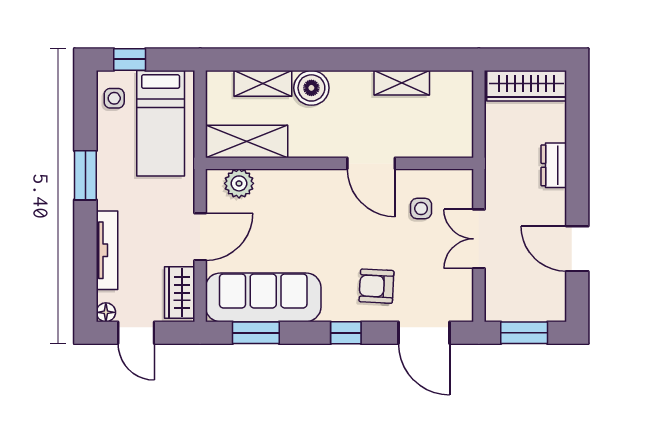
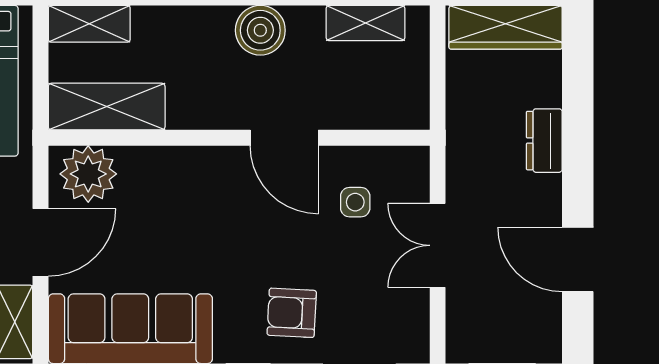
shelving: (263, 83) -> (89, 24), moved
shelving: (402, 83) -> (365, 23), moved
boiler: (311, 88) -> (260, 30), moved
plant: (239, 183) -> (88, 174), width x1.36, depth x1.36

